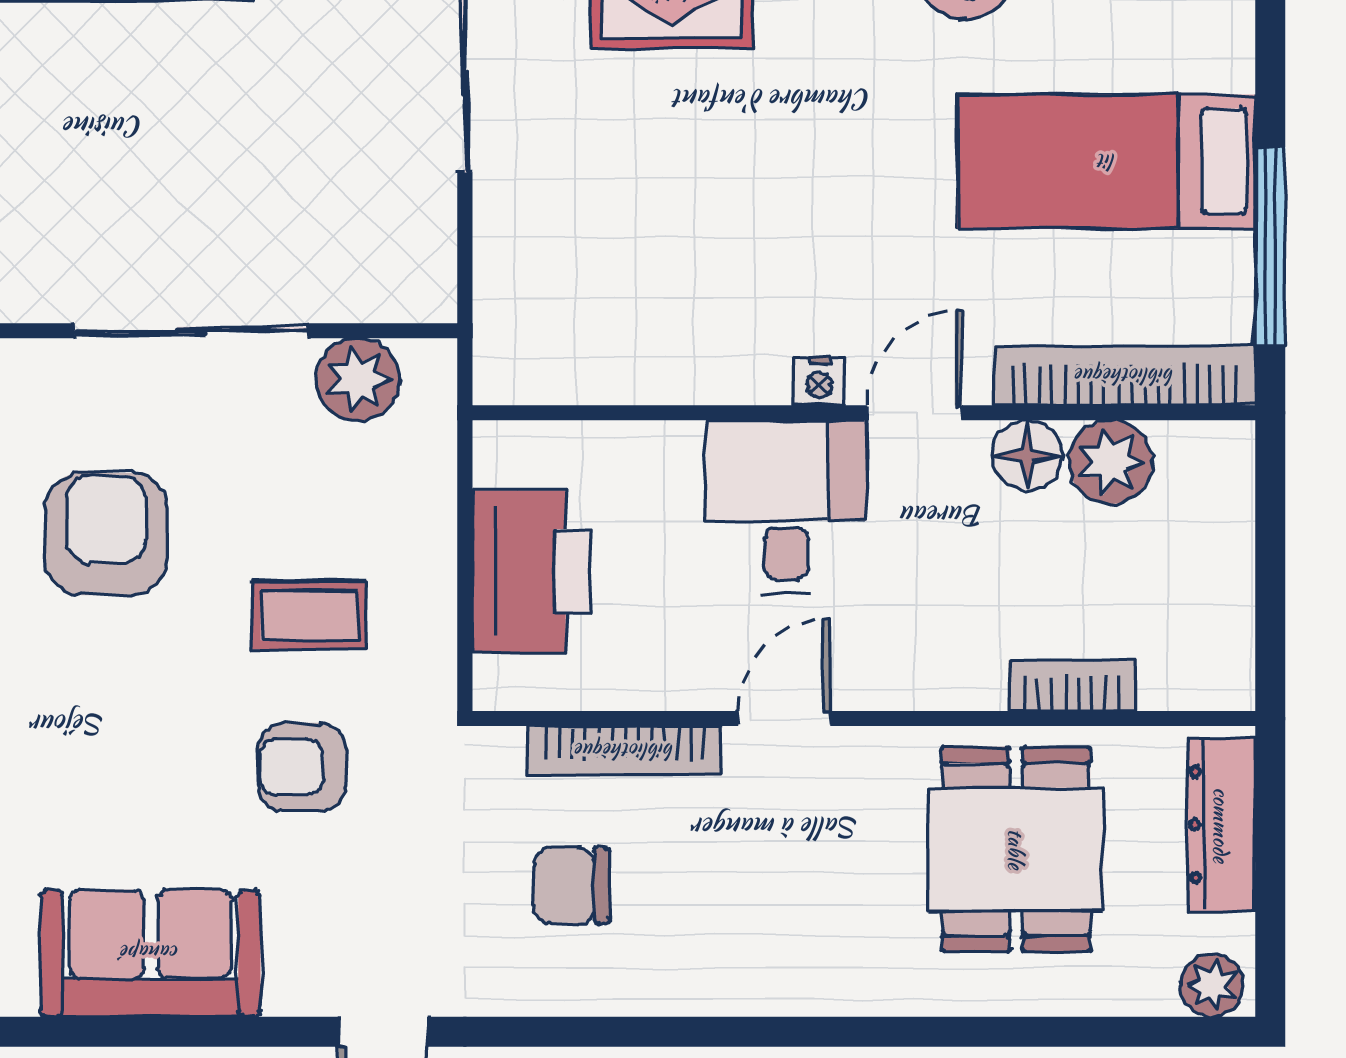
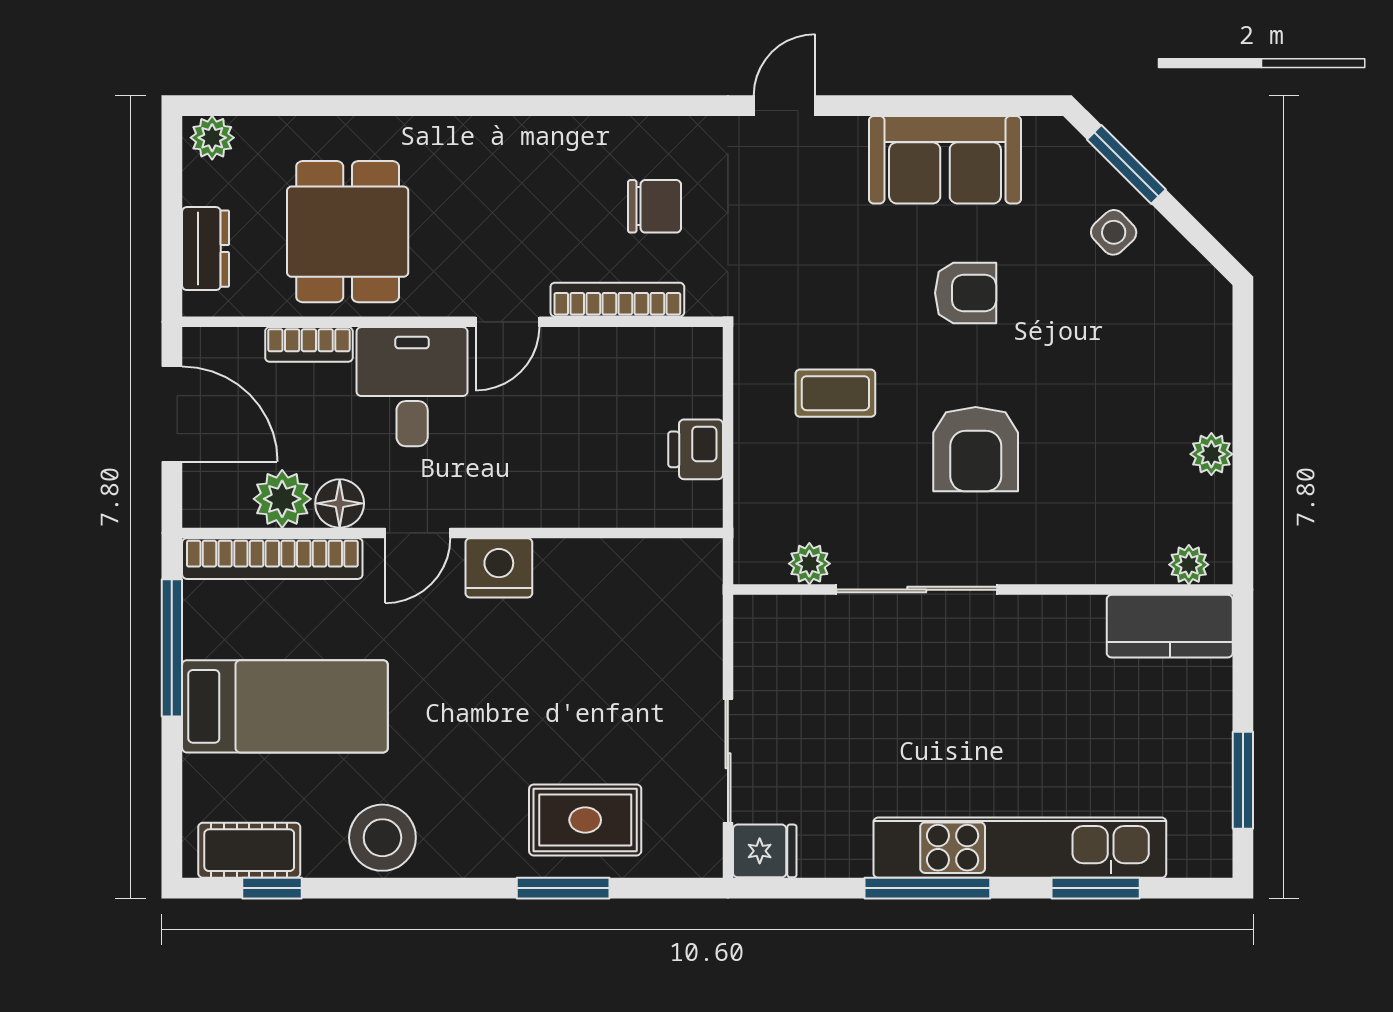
plant: (358, 380) -> (809, 564), width x0.73, depth x0.73
nightstand: (819, 381) -> (499, 568), width x1.89, depth x1.79
desk: (786, 507) -> (412, 387), moved, turned 180
printer: (531, 572) -> (696, 449), width x0.53, depth x0.68
door: (1270, 585) -> (172, 414), added
armchair: (302, 767) -> (966, 293), moved
dresser: (1221, 825) -> (206, 249), width x0.70

